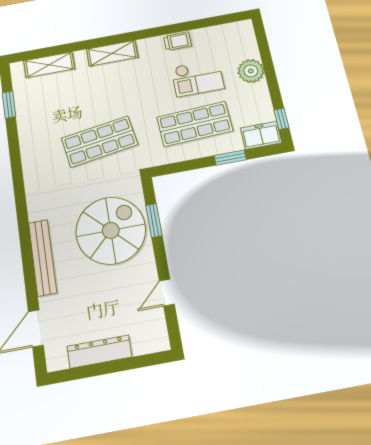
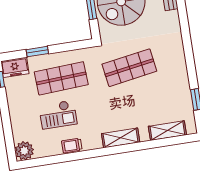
plant: (251, 71) -> (24, 151), moved
checkout: (198, 78) -> (58, 115), turned 180

